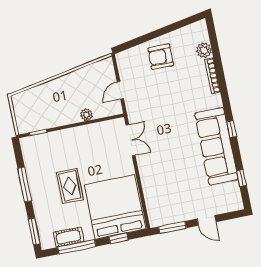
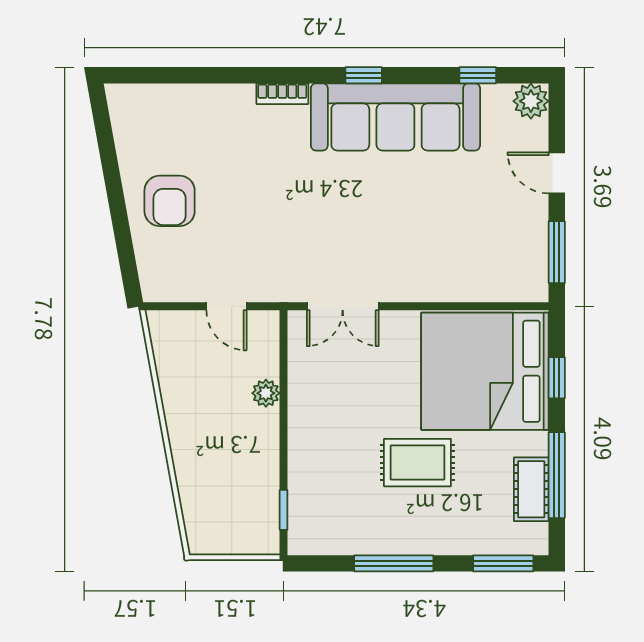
plant: (204, 50) -> (531, 101), moved
bookcase: (212, 76) -> (282, 94), moved, width x0.64
double door: (130, 140) -> (343, 306), swing flipped
door: (206, 220) -> (557, 173), swing flipped

